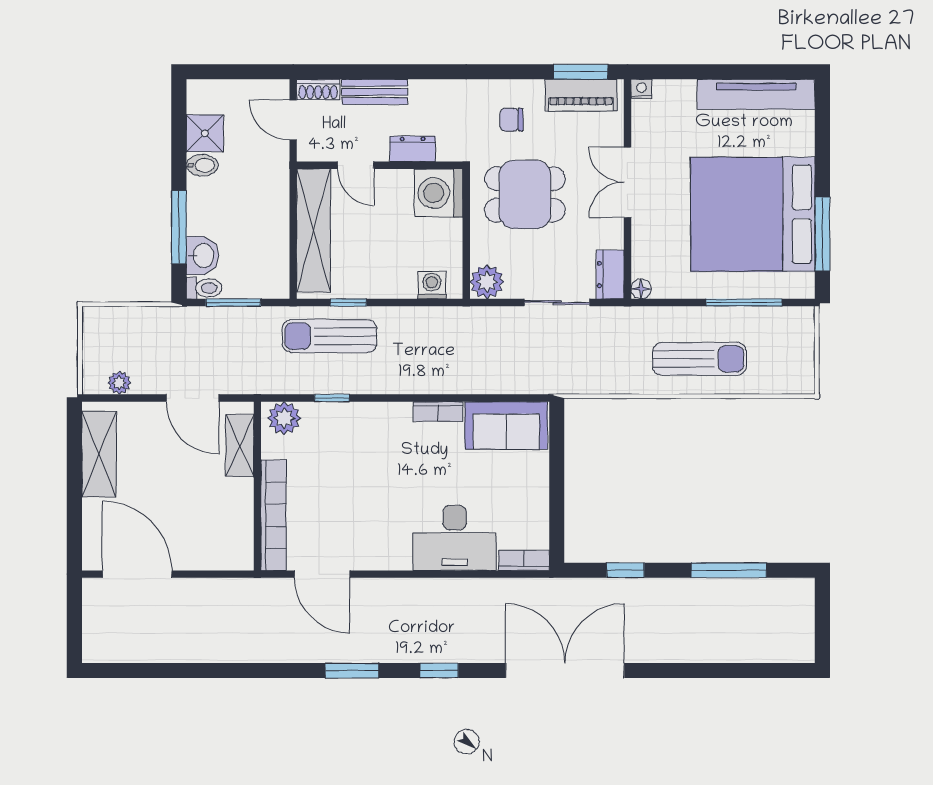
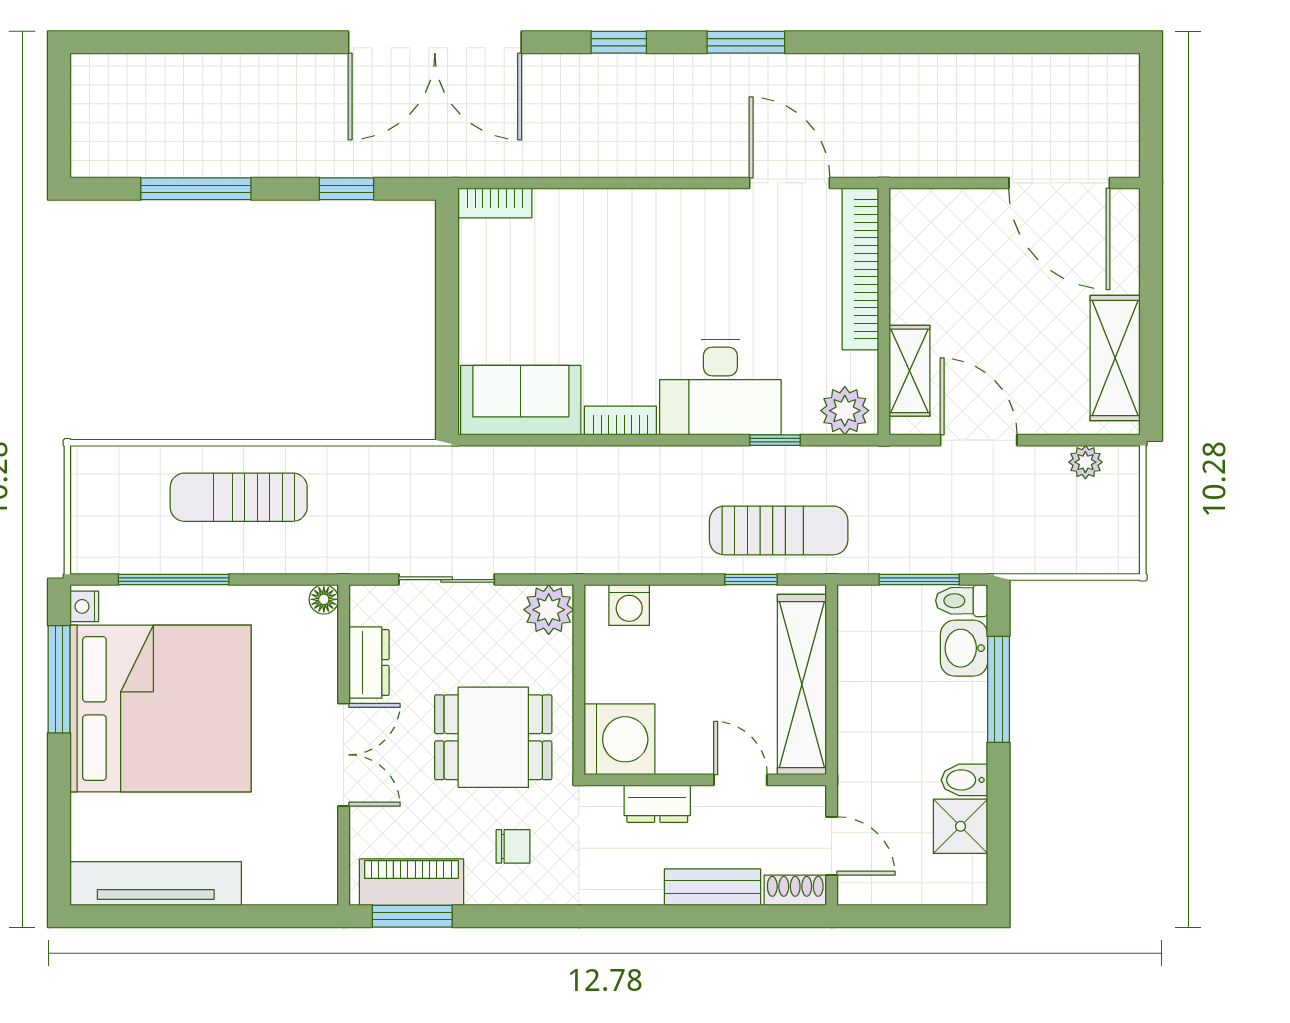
nightstand: (641, 89) -> (84, 606), moved, turned 90
dresser: (610, 274) -> (369, 662), moved
desk: (455, 538) -> (720, 387), moved, turned 180

